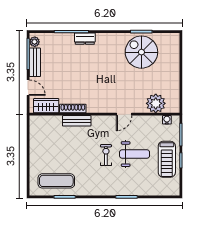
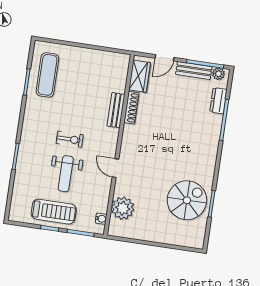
dresser: (85, 39) -> (218, 101), moved
treadmill: (167, 159) -> (54, 212), turned 180

